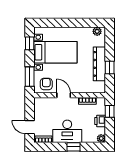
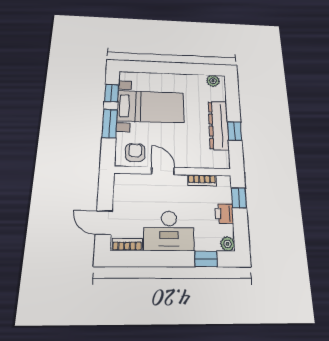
window: (30, 77) -> (110, 123), moved
window: (73, 147) -> (206, 259), moved

